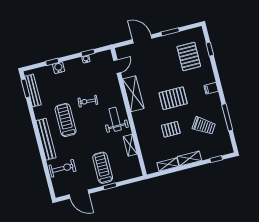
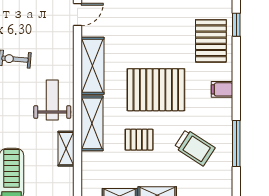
pallet: (189, 56) -> (211, 41), moved
pallet: (173, 98) -> (156, 90), width x1.37, depth x1.41
shelving: (141, 127) -> (92, 123), added

